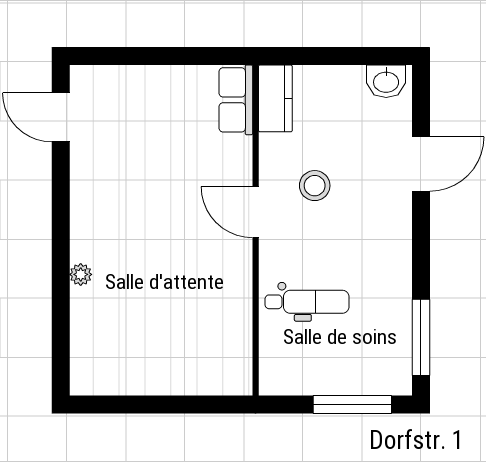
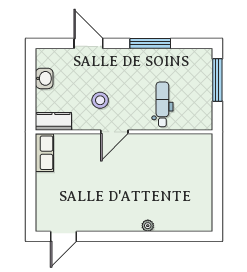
washbasin: (386, 81) -> (44, 78), moved
row of seats: (236, 100) -> (44, 153), moved, turned -90
window: (421, 337) -> (150, 43), moved

